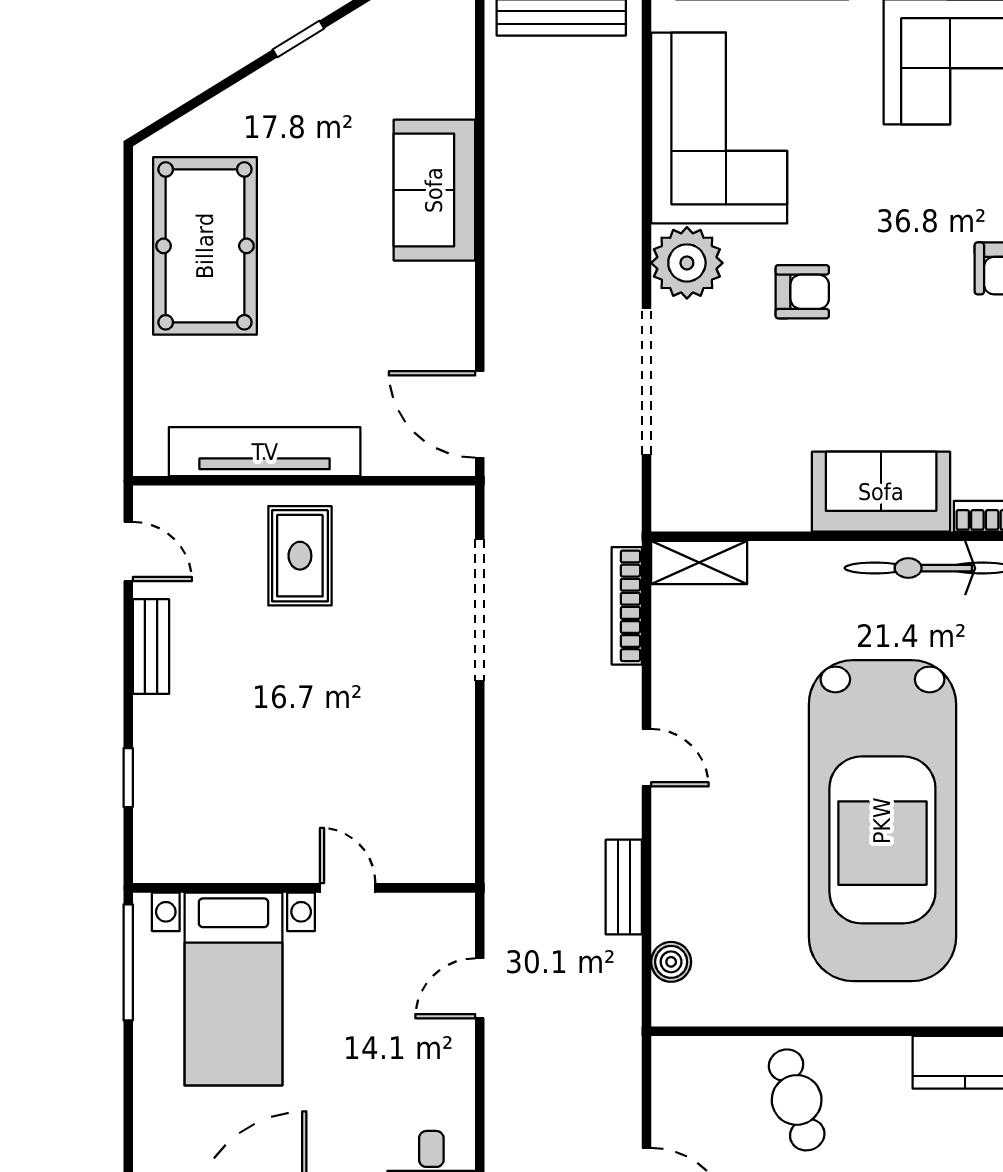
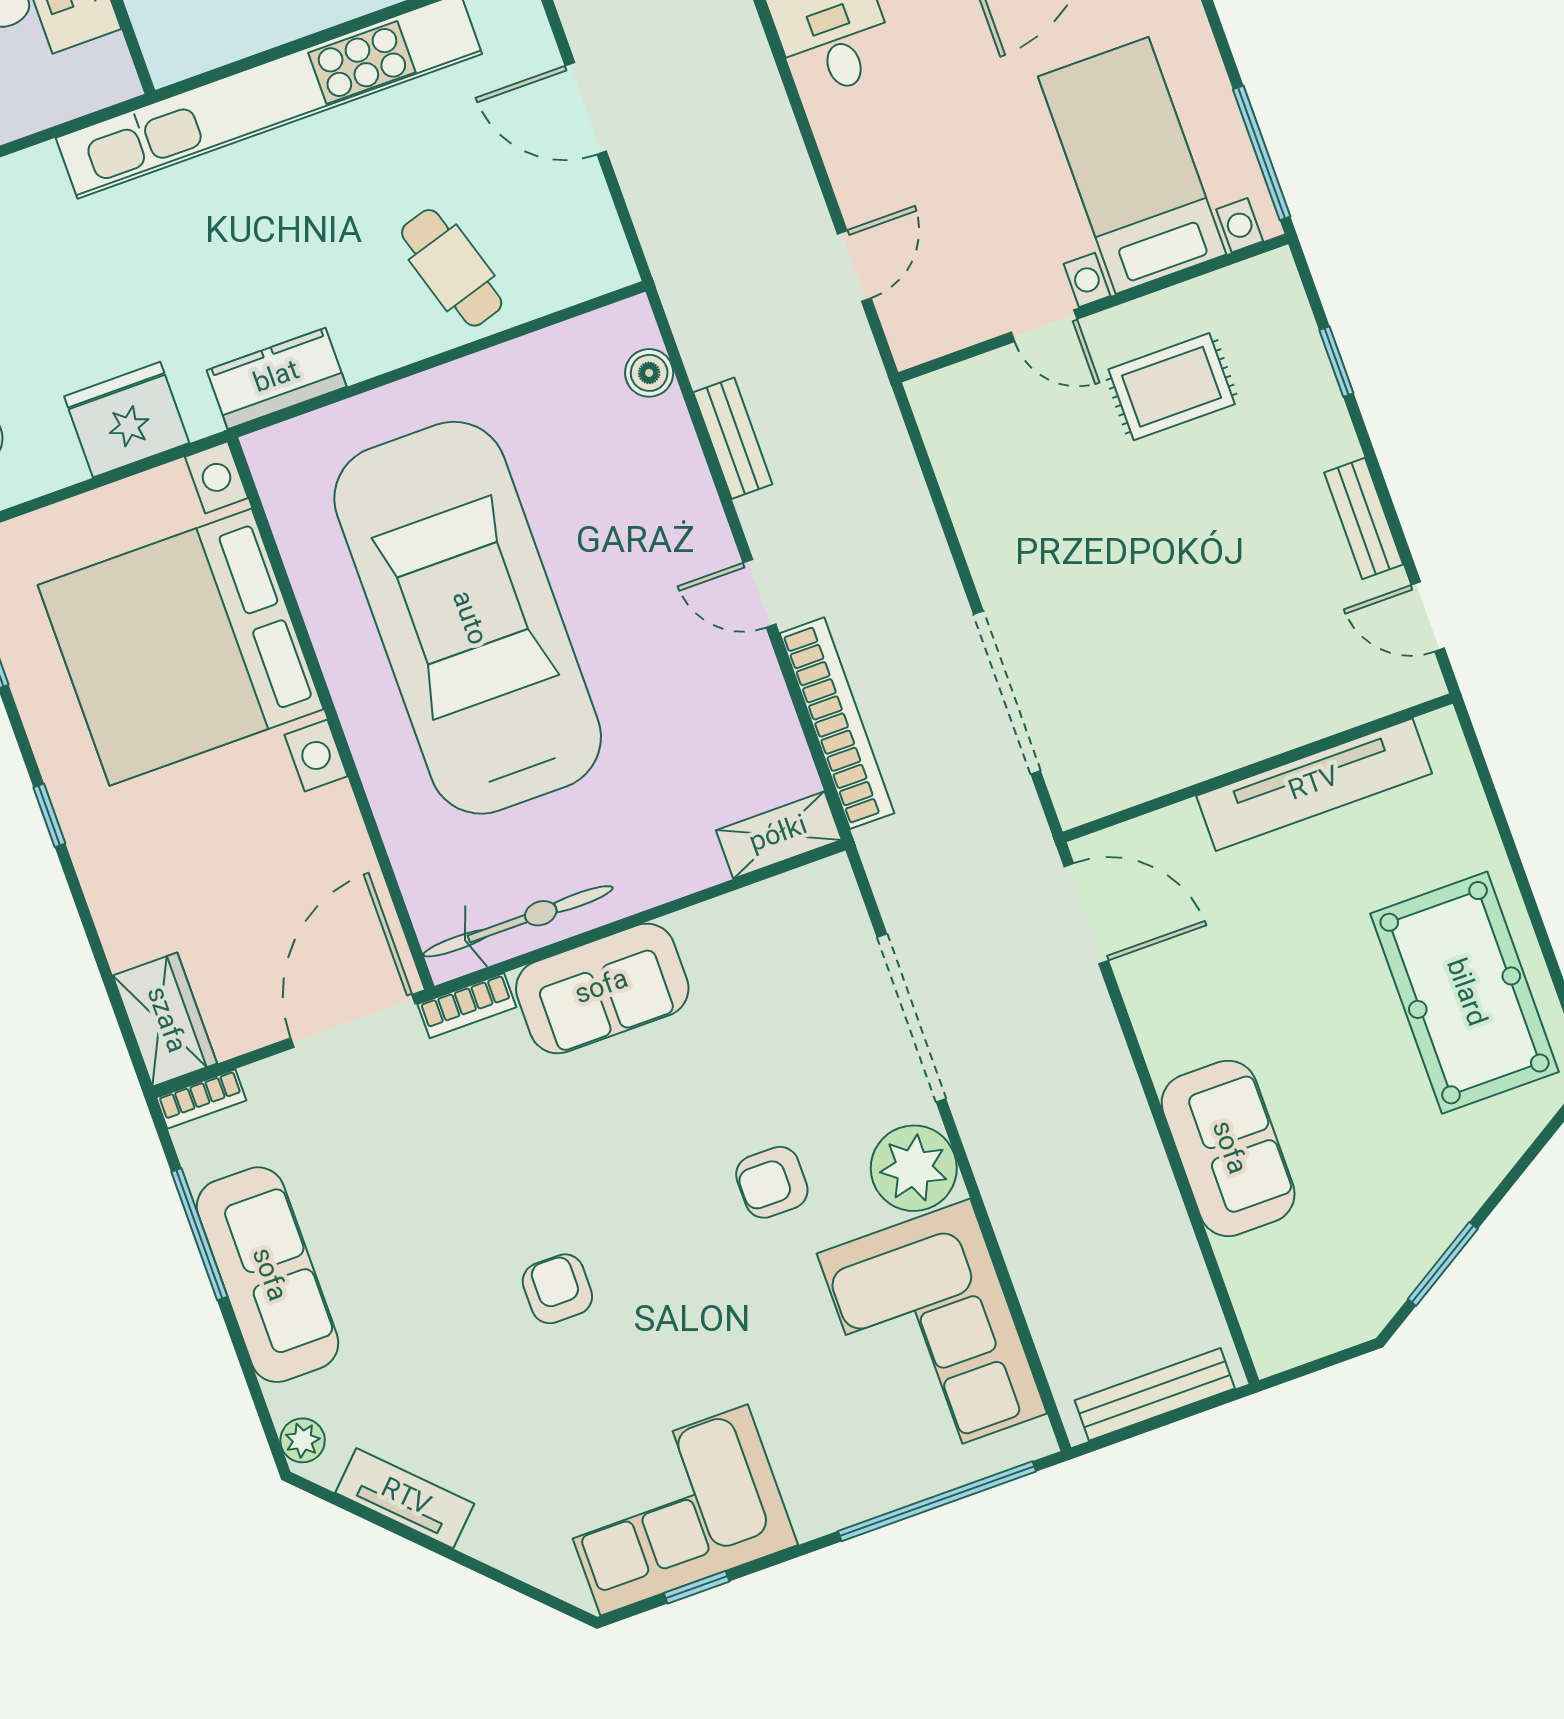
window: (298, 39) -> (1443, 1264), width x1.50
rug: (300, 556) -> (1172, 387), moved, turned 90
bookcase: (627, 606) -> (837, 723), width x1.48, depth x1.31

